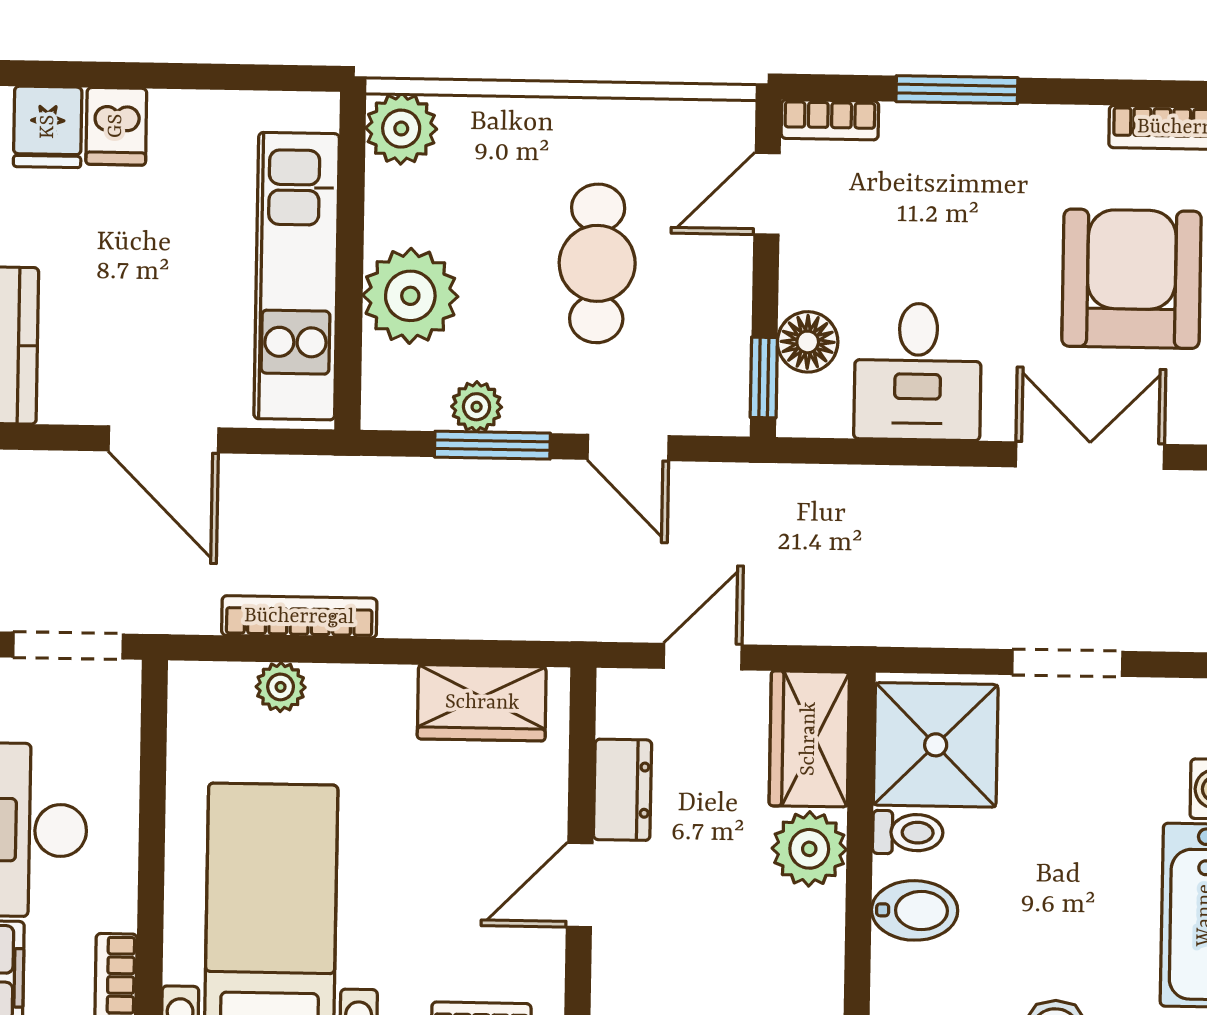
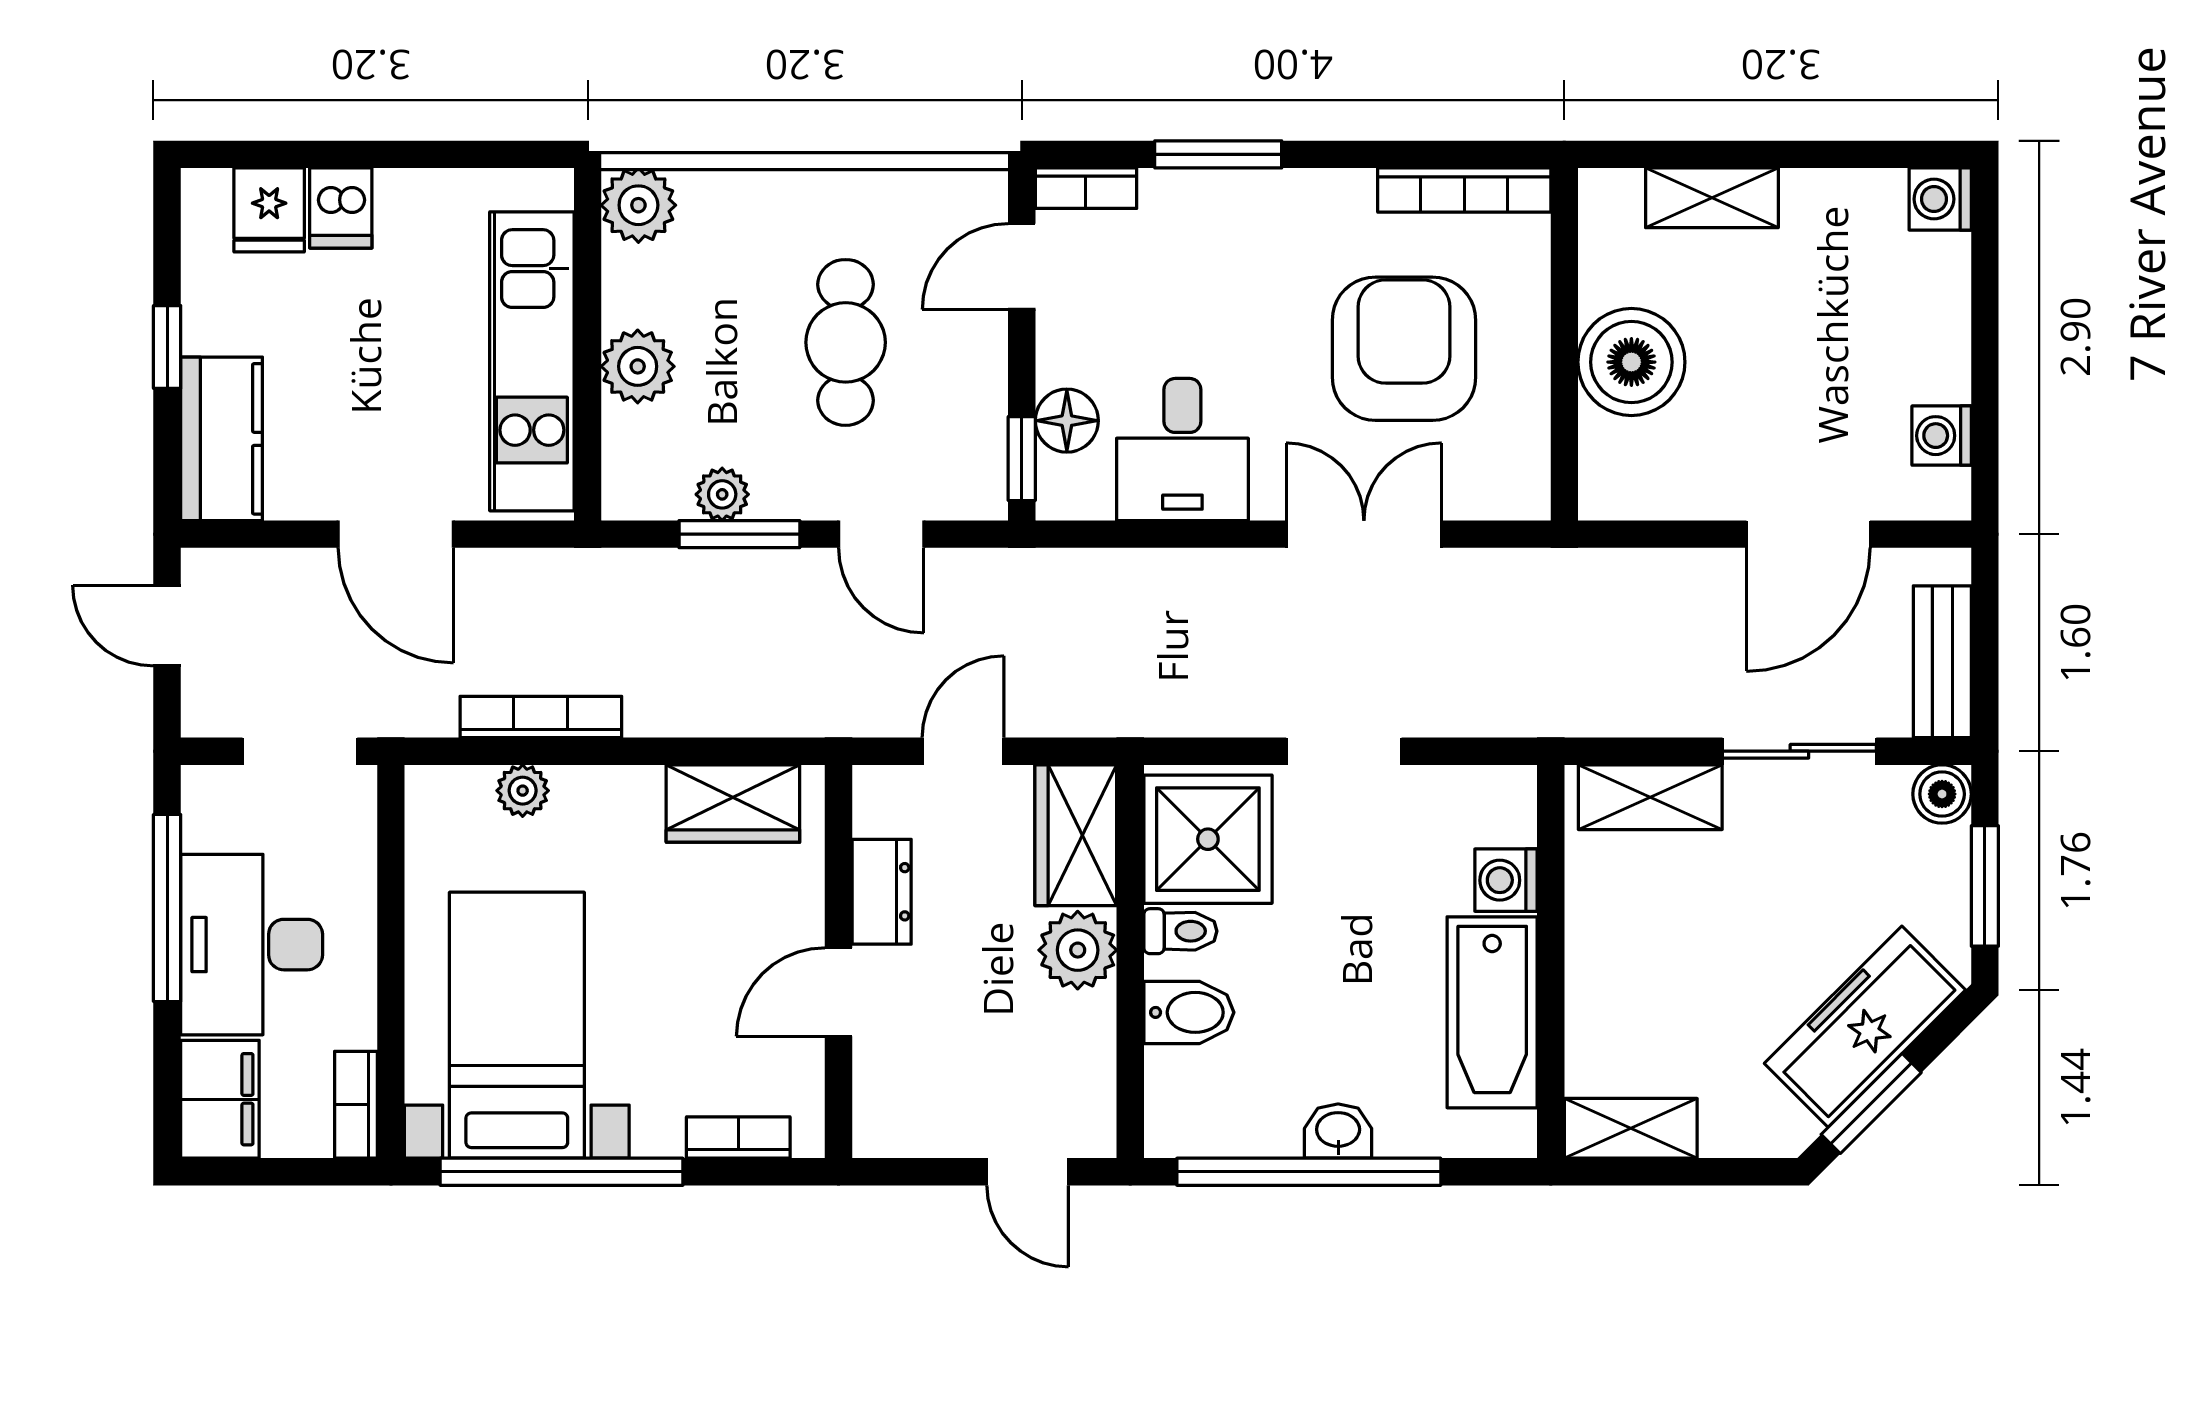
plant: (410, 296) -> (638, 366), width x0.73, depth x0.73

